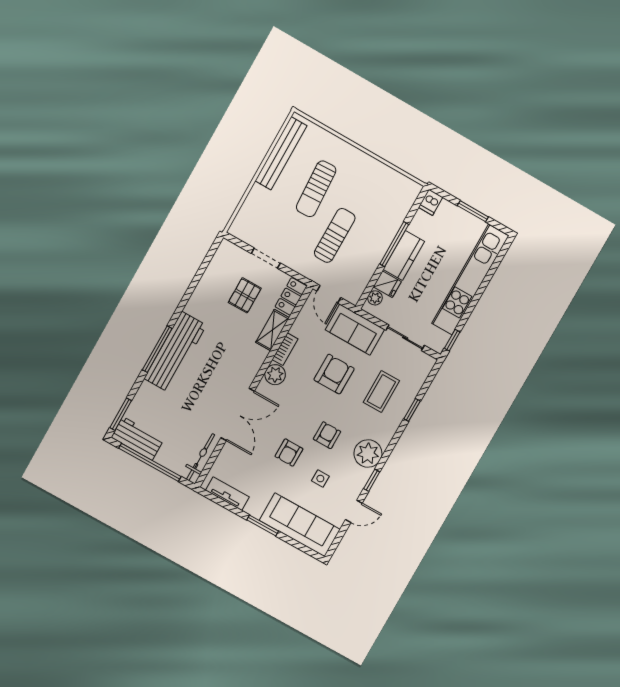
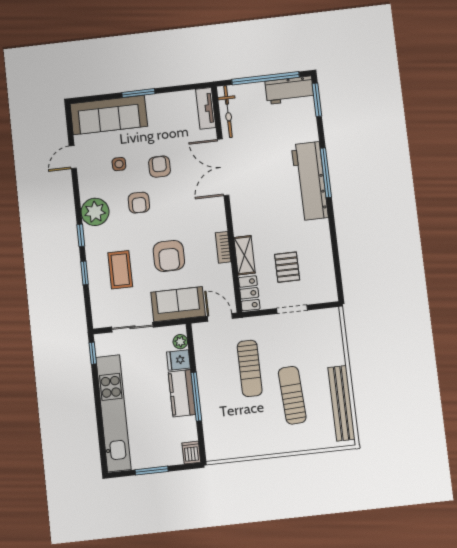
plant: (275, 375) -> (216, 221), removed
window: (372, 480) -> (81, 235), moved
tv unit: (227, 494) -> (206, 108), moved, turned 90

